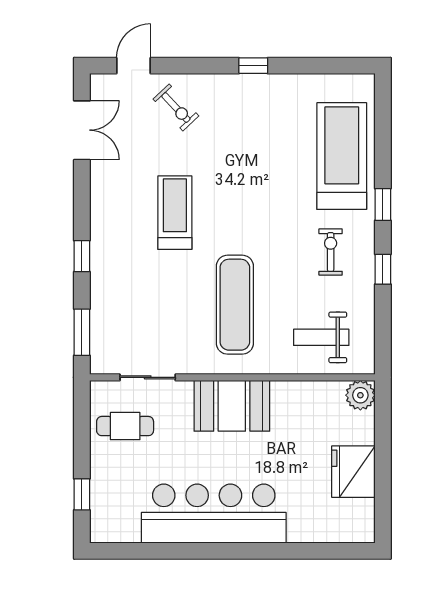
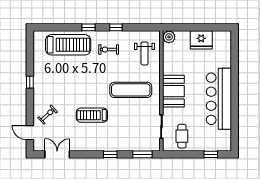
treadmill: (342, 156) -> (68, 45), turned 180

